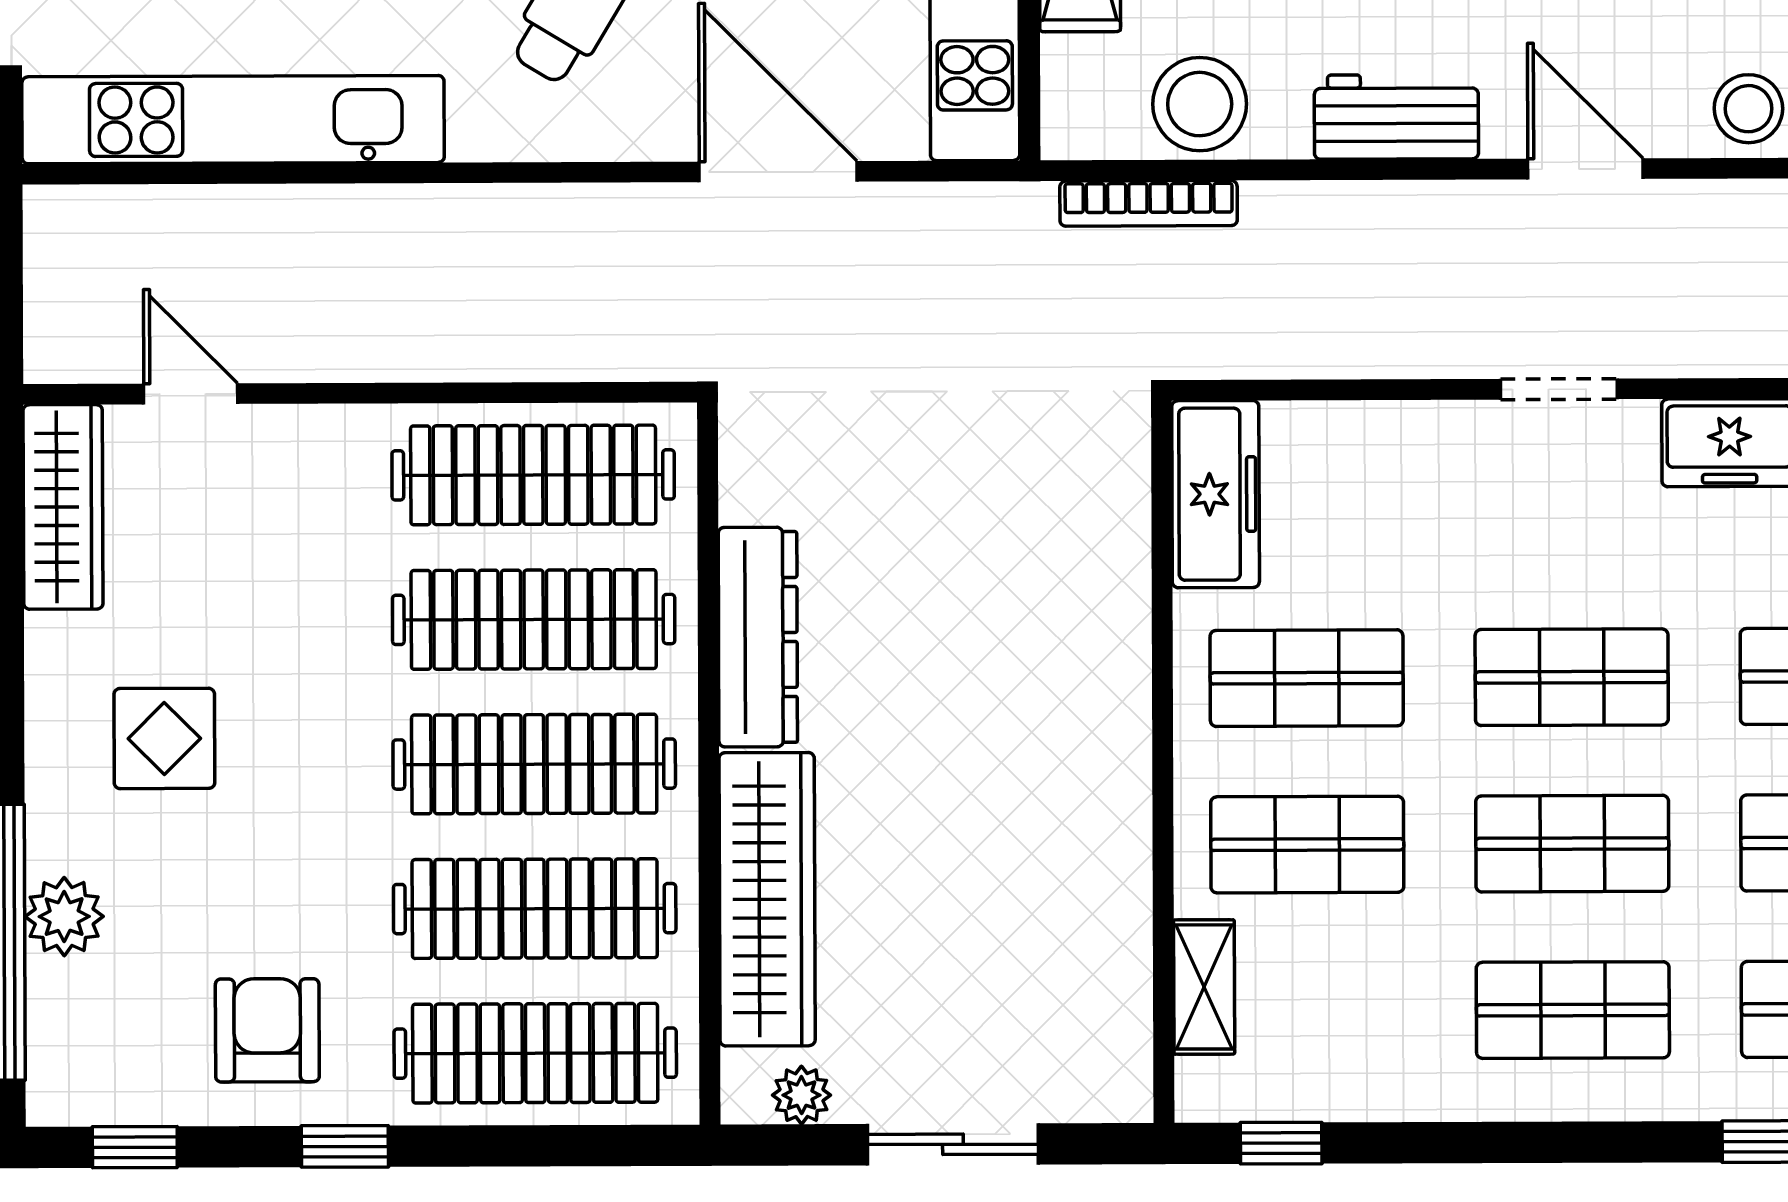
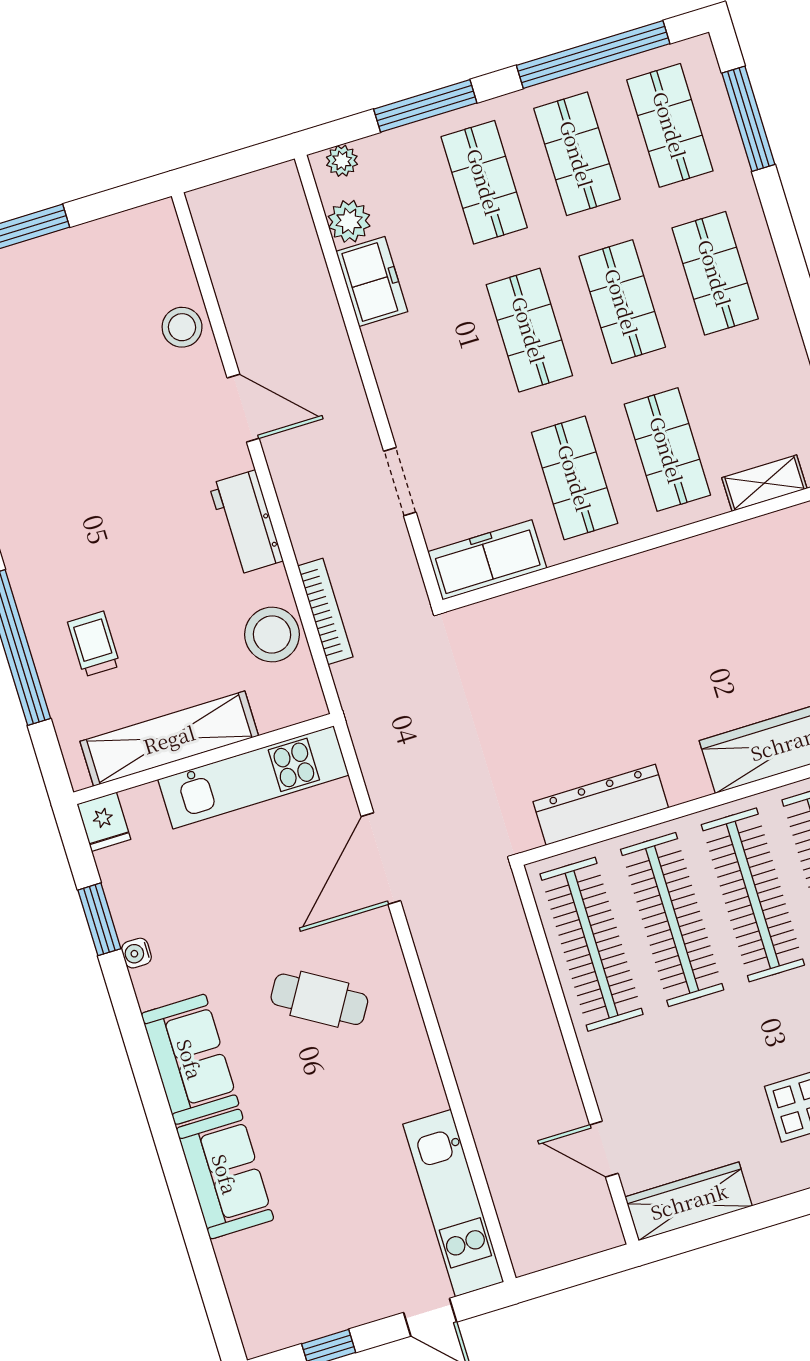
kitchen unit: (233, 120) -> (453, 1203), width x0.73
door: (1585, 169) -> (243, 408), swing flipped
bookcase: (1149, 203) -> (325, 611), moved
doorway: (1559, 389) -> (400, 482), moved
door: (191, 394) -> (604, 1149), hinge flipped
dresser: (758, 637) -> (601, 805), moved

